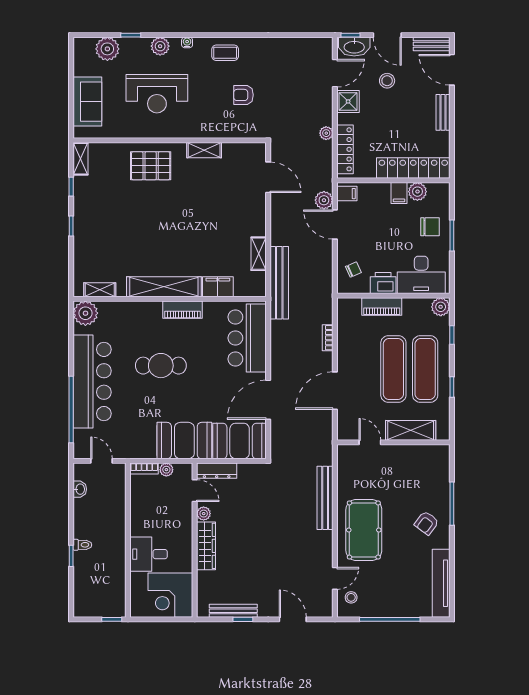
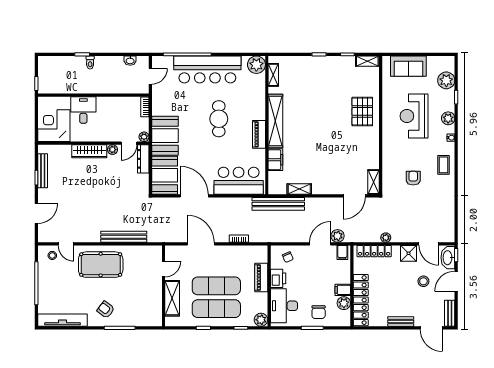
door: (452, 70) -> (431, 328), swing flipped
shelving: (204, 150) -> (374, 182), moved
plant: (166, 470) -> (144, 137), moved

